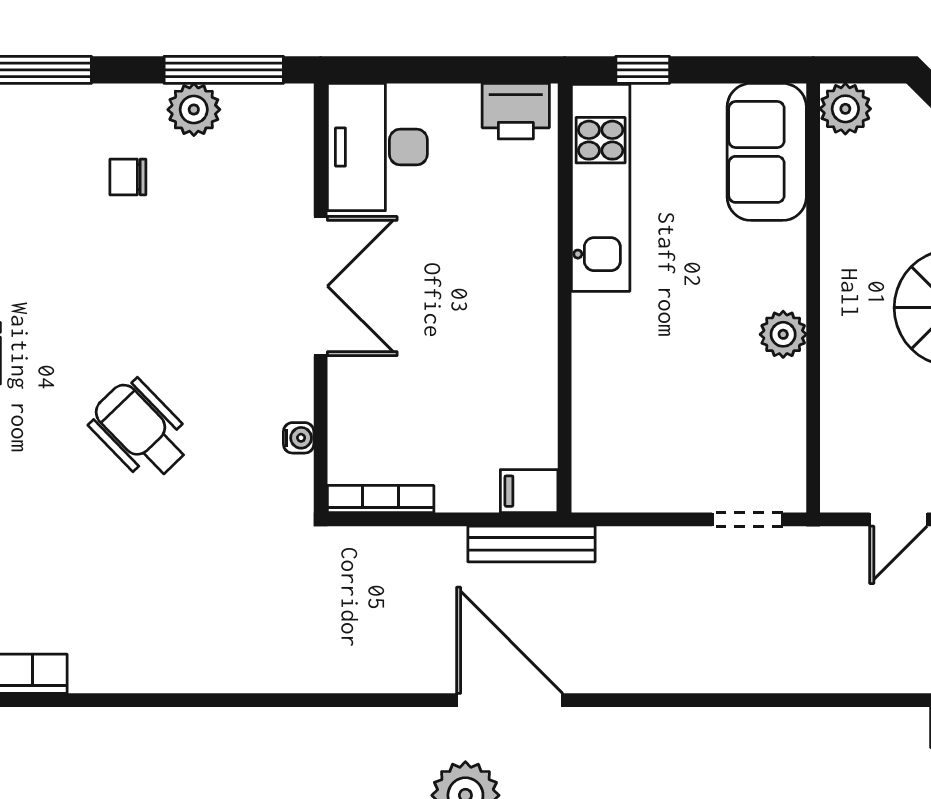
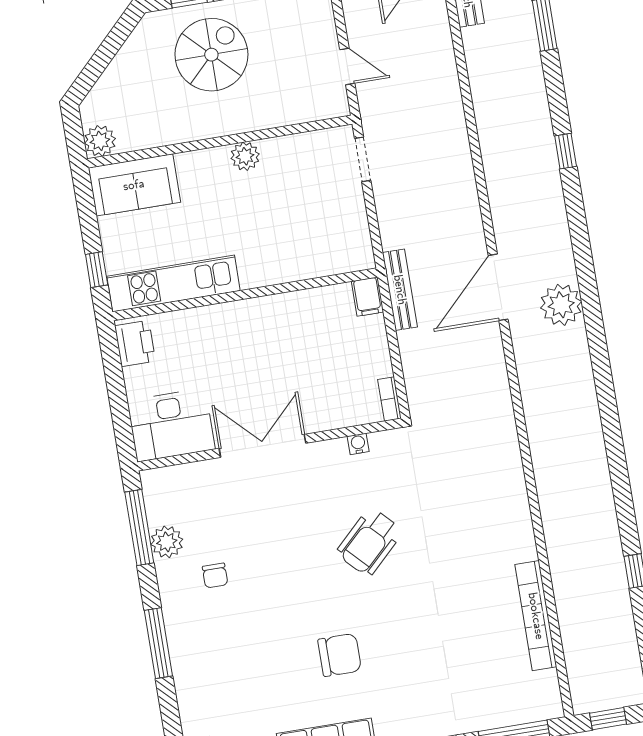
bookcase: (381, 499) -> (389, 399), width x0.64

